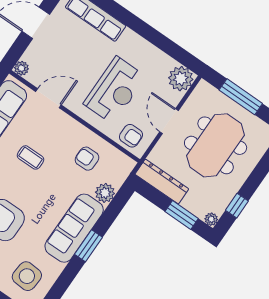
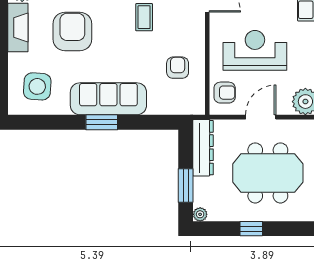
reception desk: (115, 90) -> (255, 50), turned 180
armchair: (131, 136) -> (225, 93), turned -90
plant: (105, 193) -> (158, 104), removed
window: (237, 206) -> (251, 229), moved

